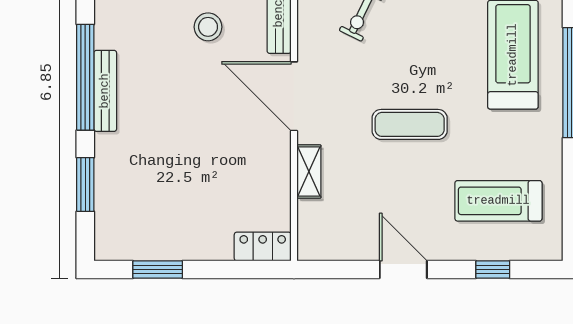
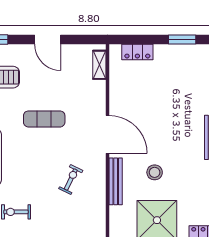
shelving: (309, 172) -> (99, 65), moved
locker: (263, 247) -> (137, 52), moved

